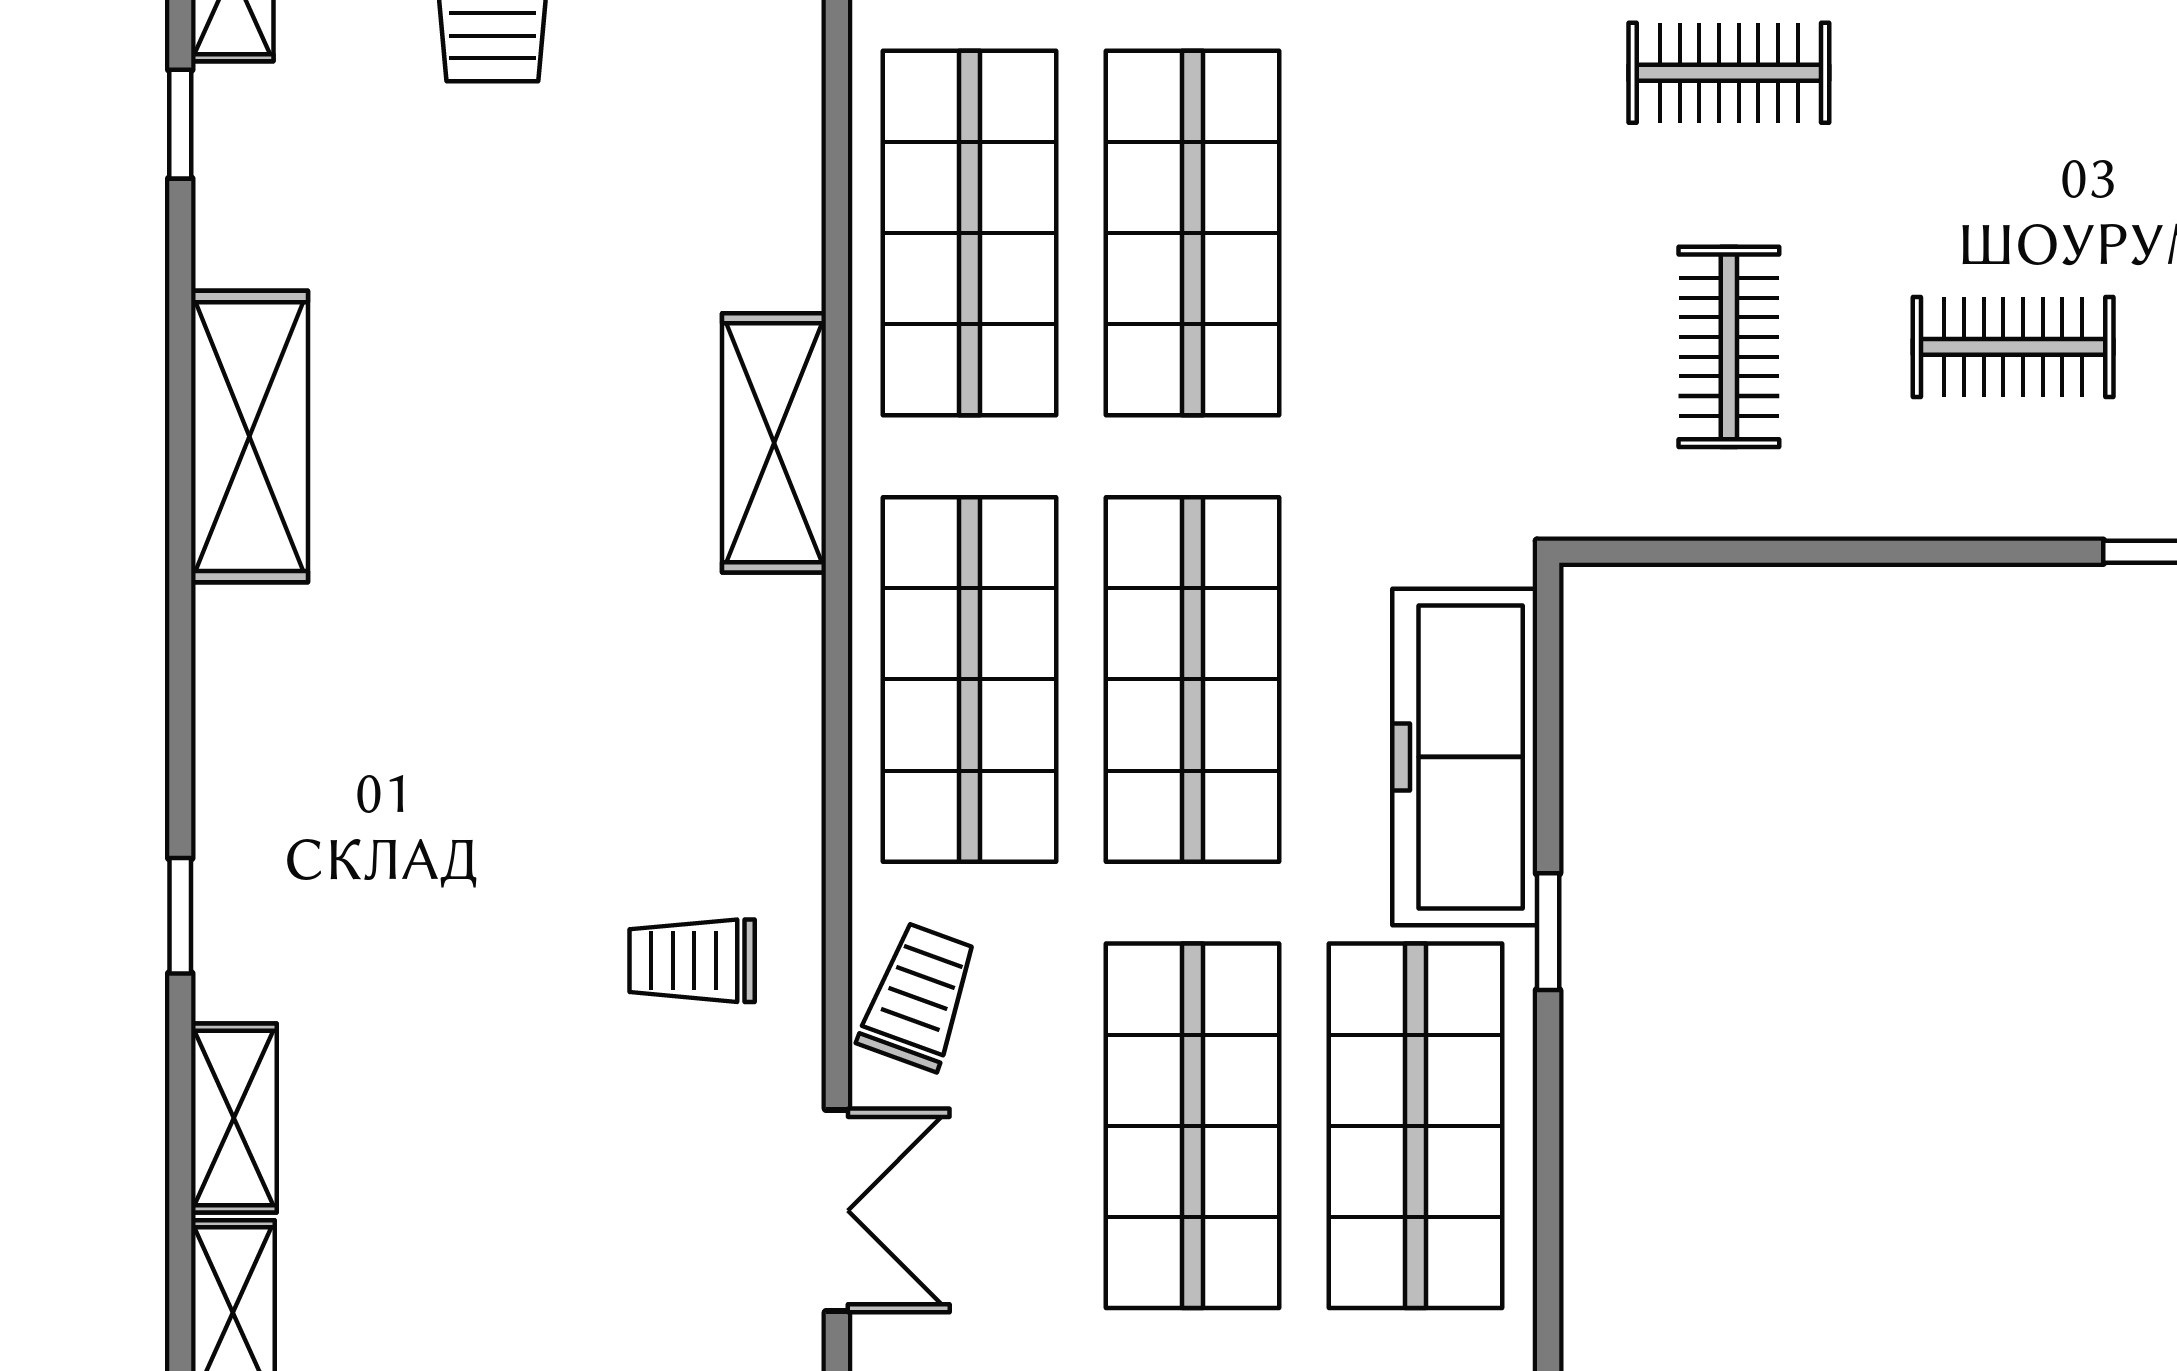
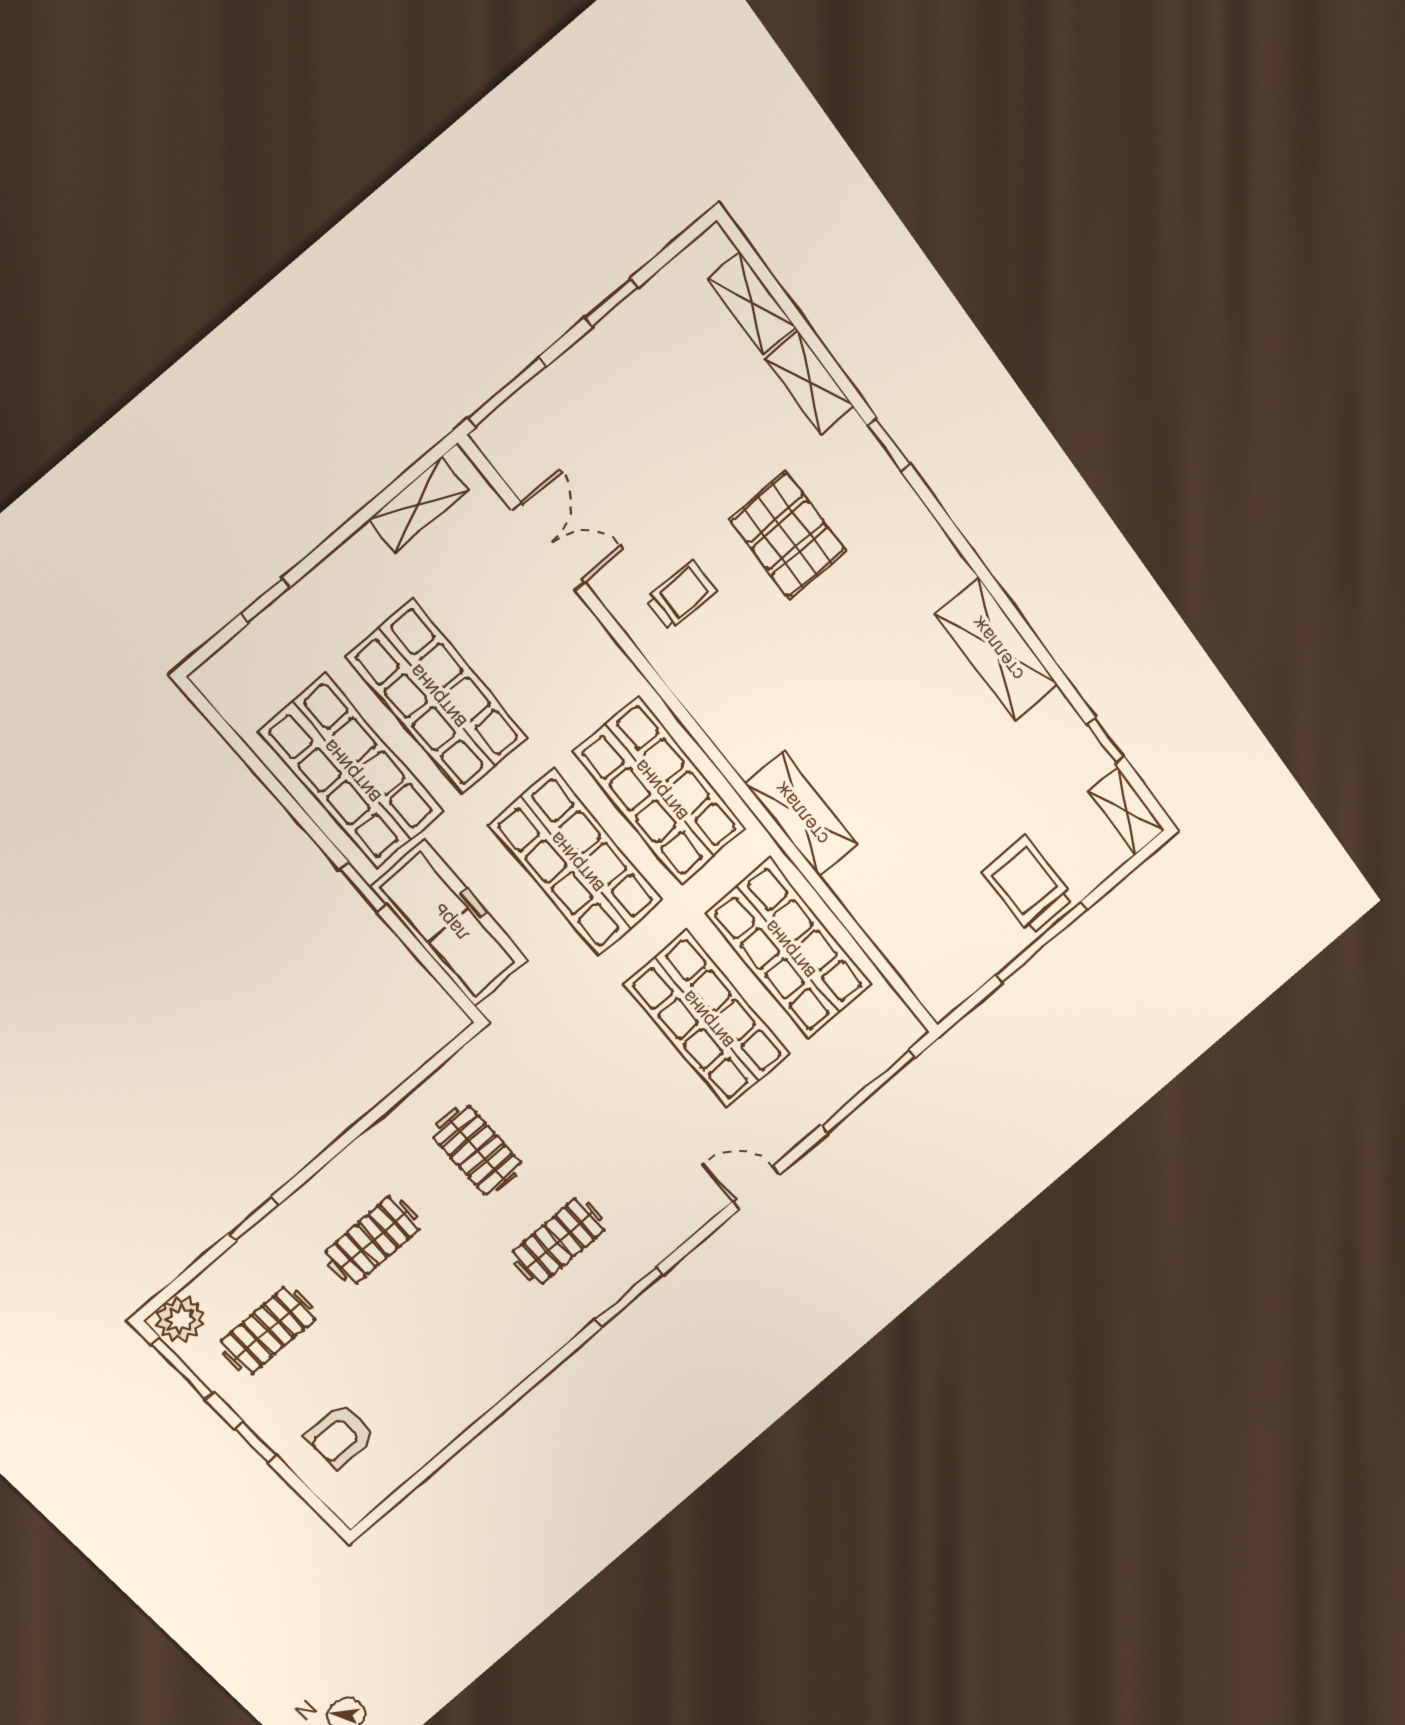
pallet: (450, 911) -> (787, 535), added
trolley: (919, 997) -> (583, 656), removed
double door: (837, 1211) -> (548, 546), swing flipped

